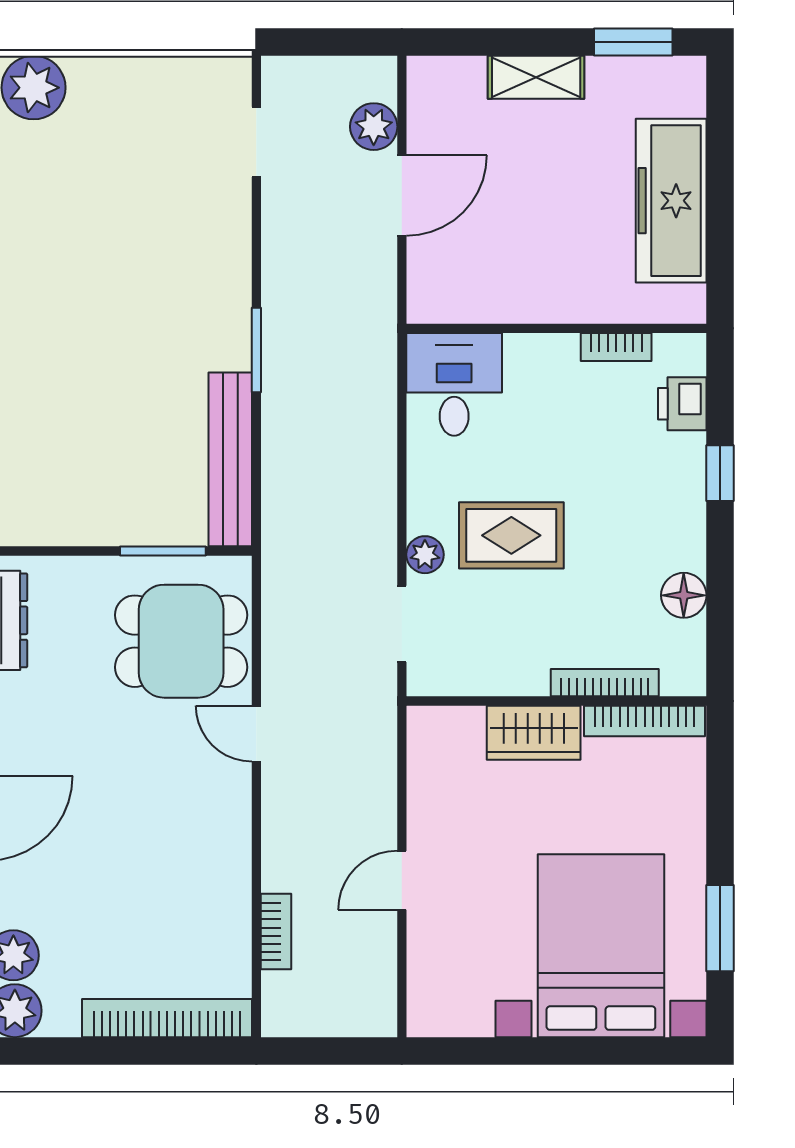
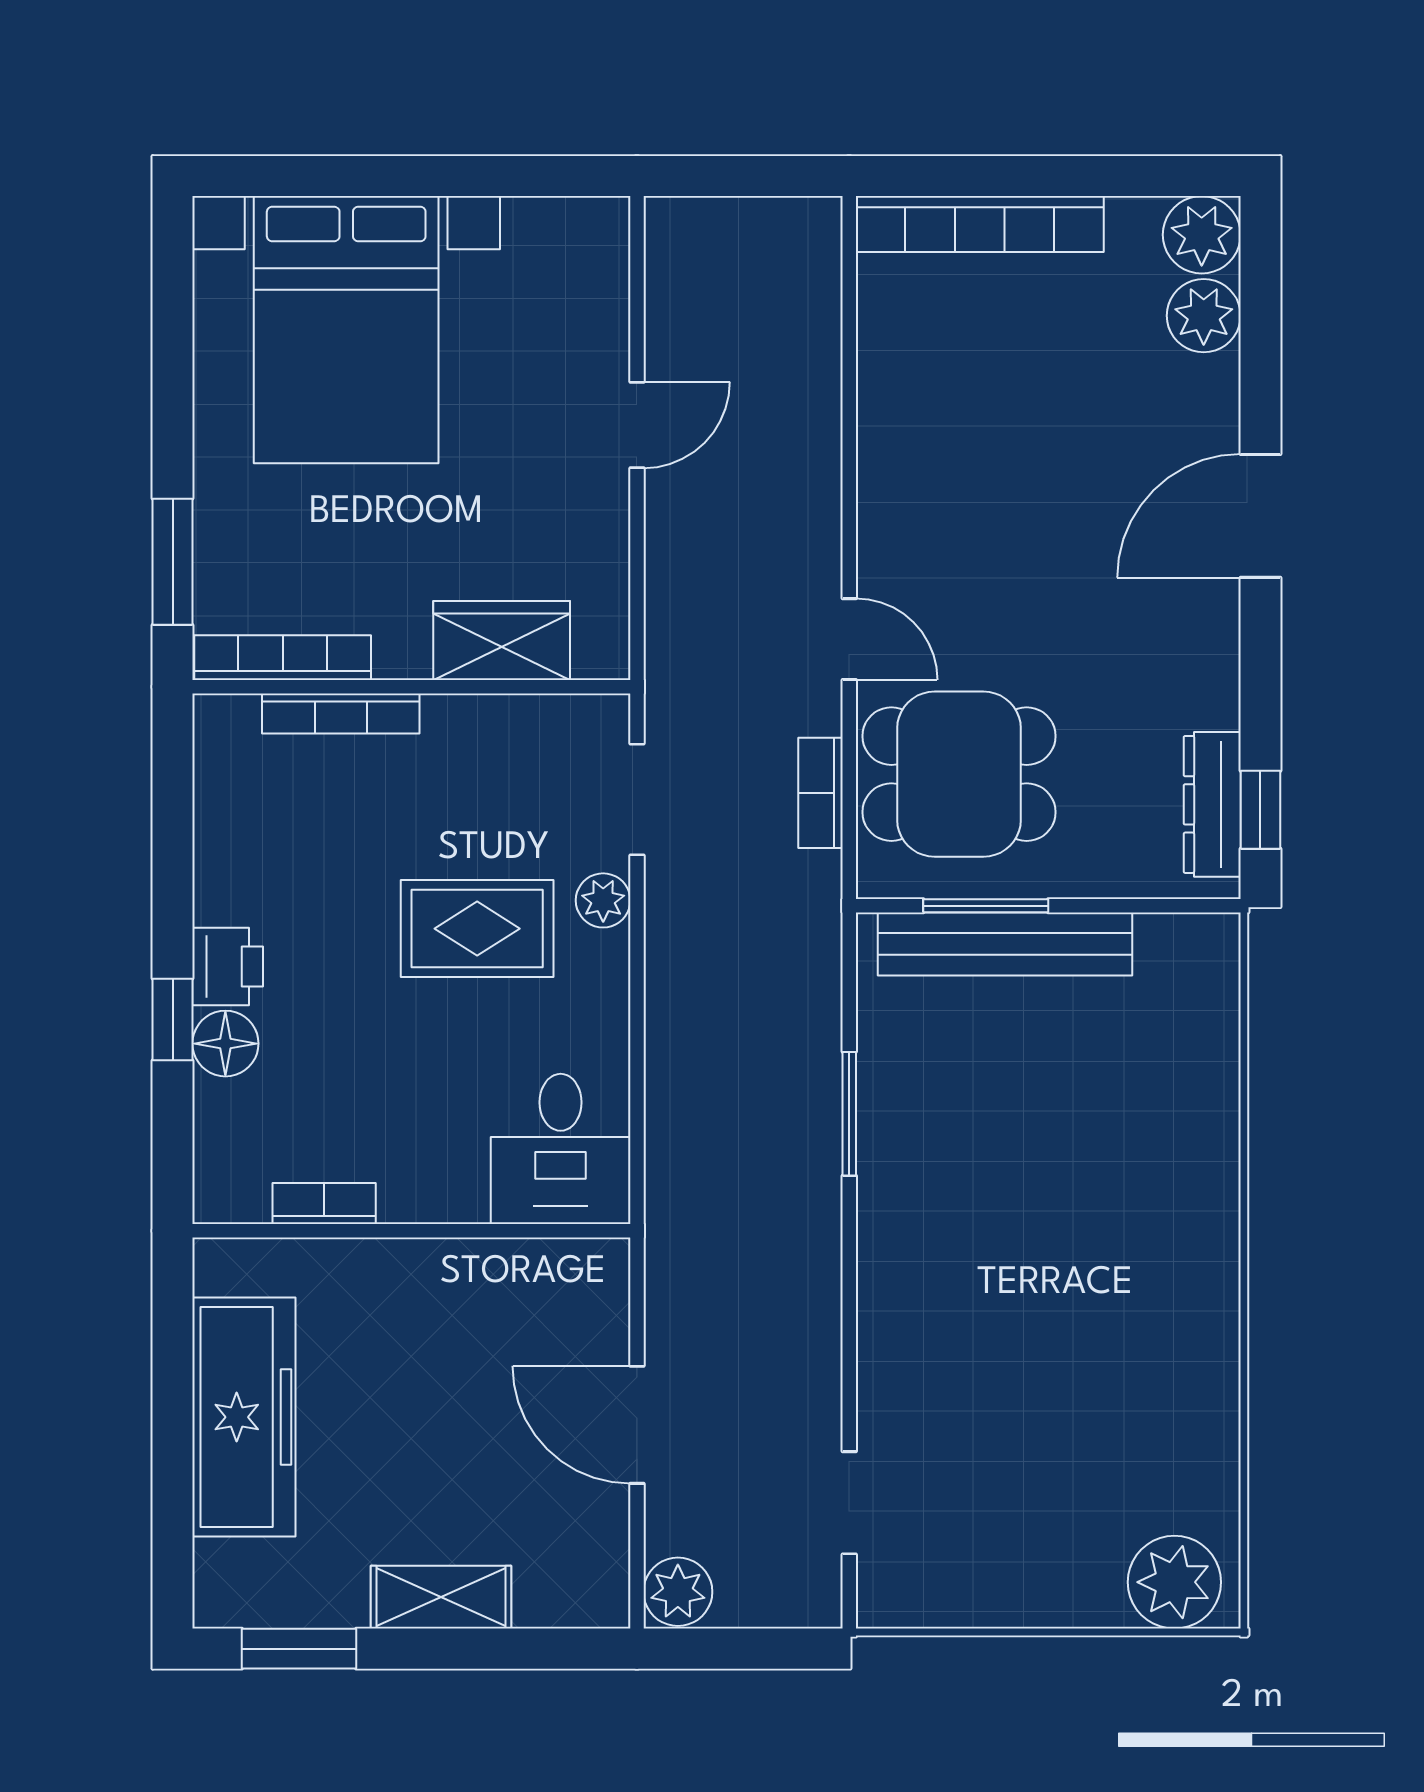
plant: (374, 127) -> (678, 1592), moved
door: (402, 195) -> (637, 1425), hinge flipped
window: (256, 350) -> (849, 1114), moved
printer: (682, 404) -> (228, 967), moved
bench: (230, 459) -> (1005, 944), moved, turned 90
floor lamp: (684, 595) -> (225, 1044), moved
wardrobe: (534, 733) -> (502, 641), moved
window: (720, 928) -> (173, 562), moved
bookcase: (276, 932) -> (820, 793), moved

